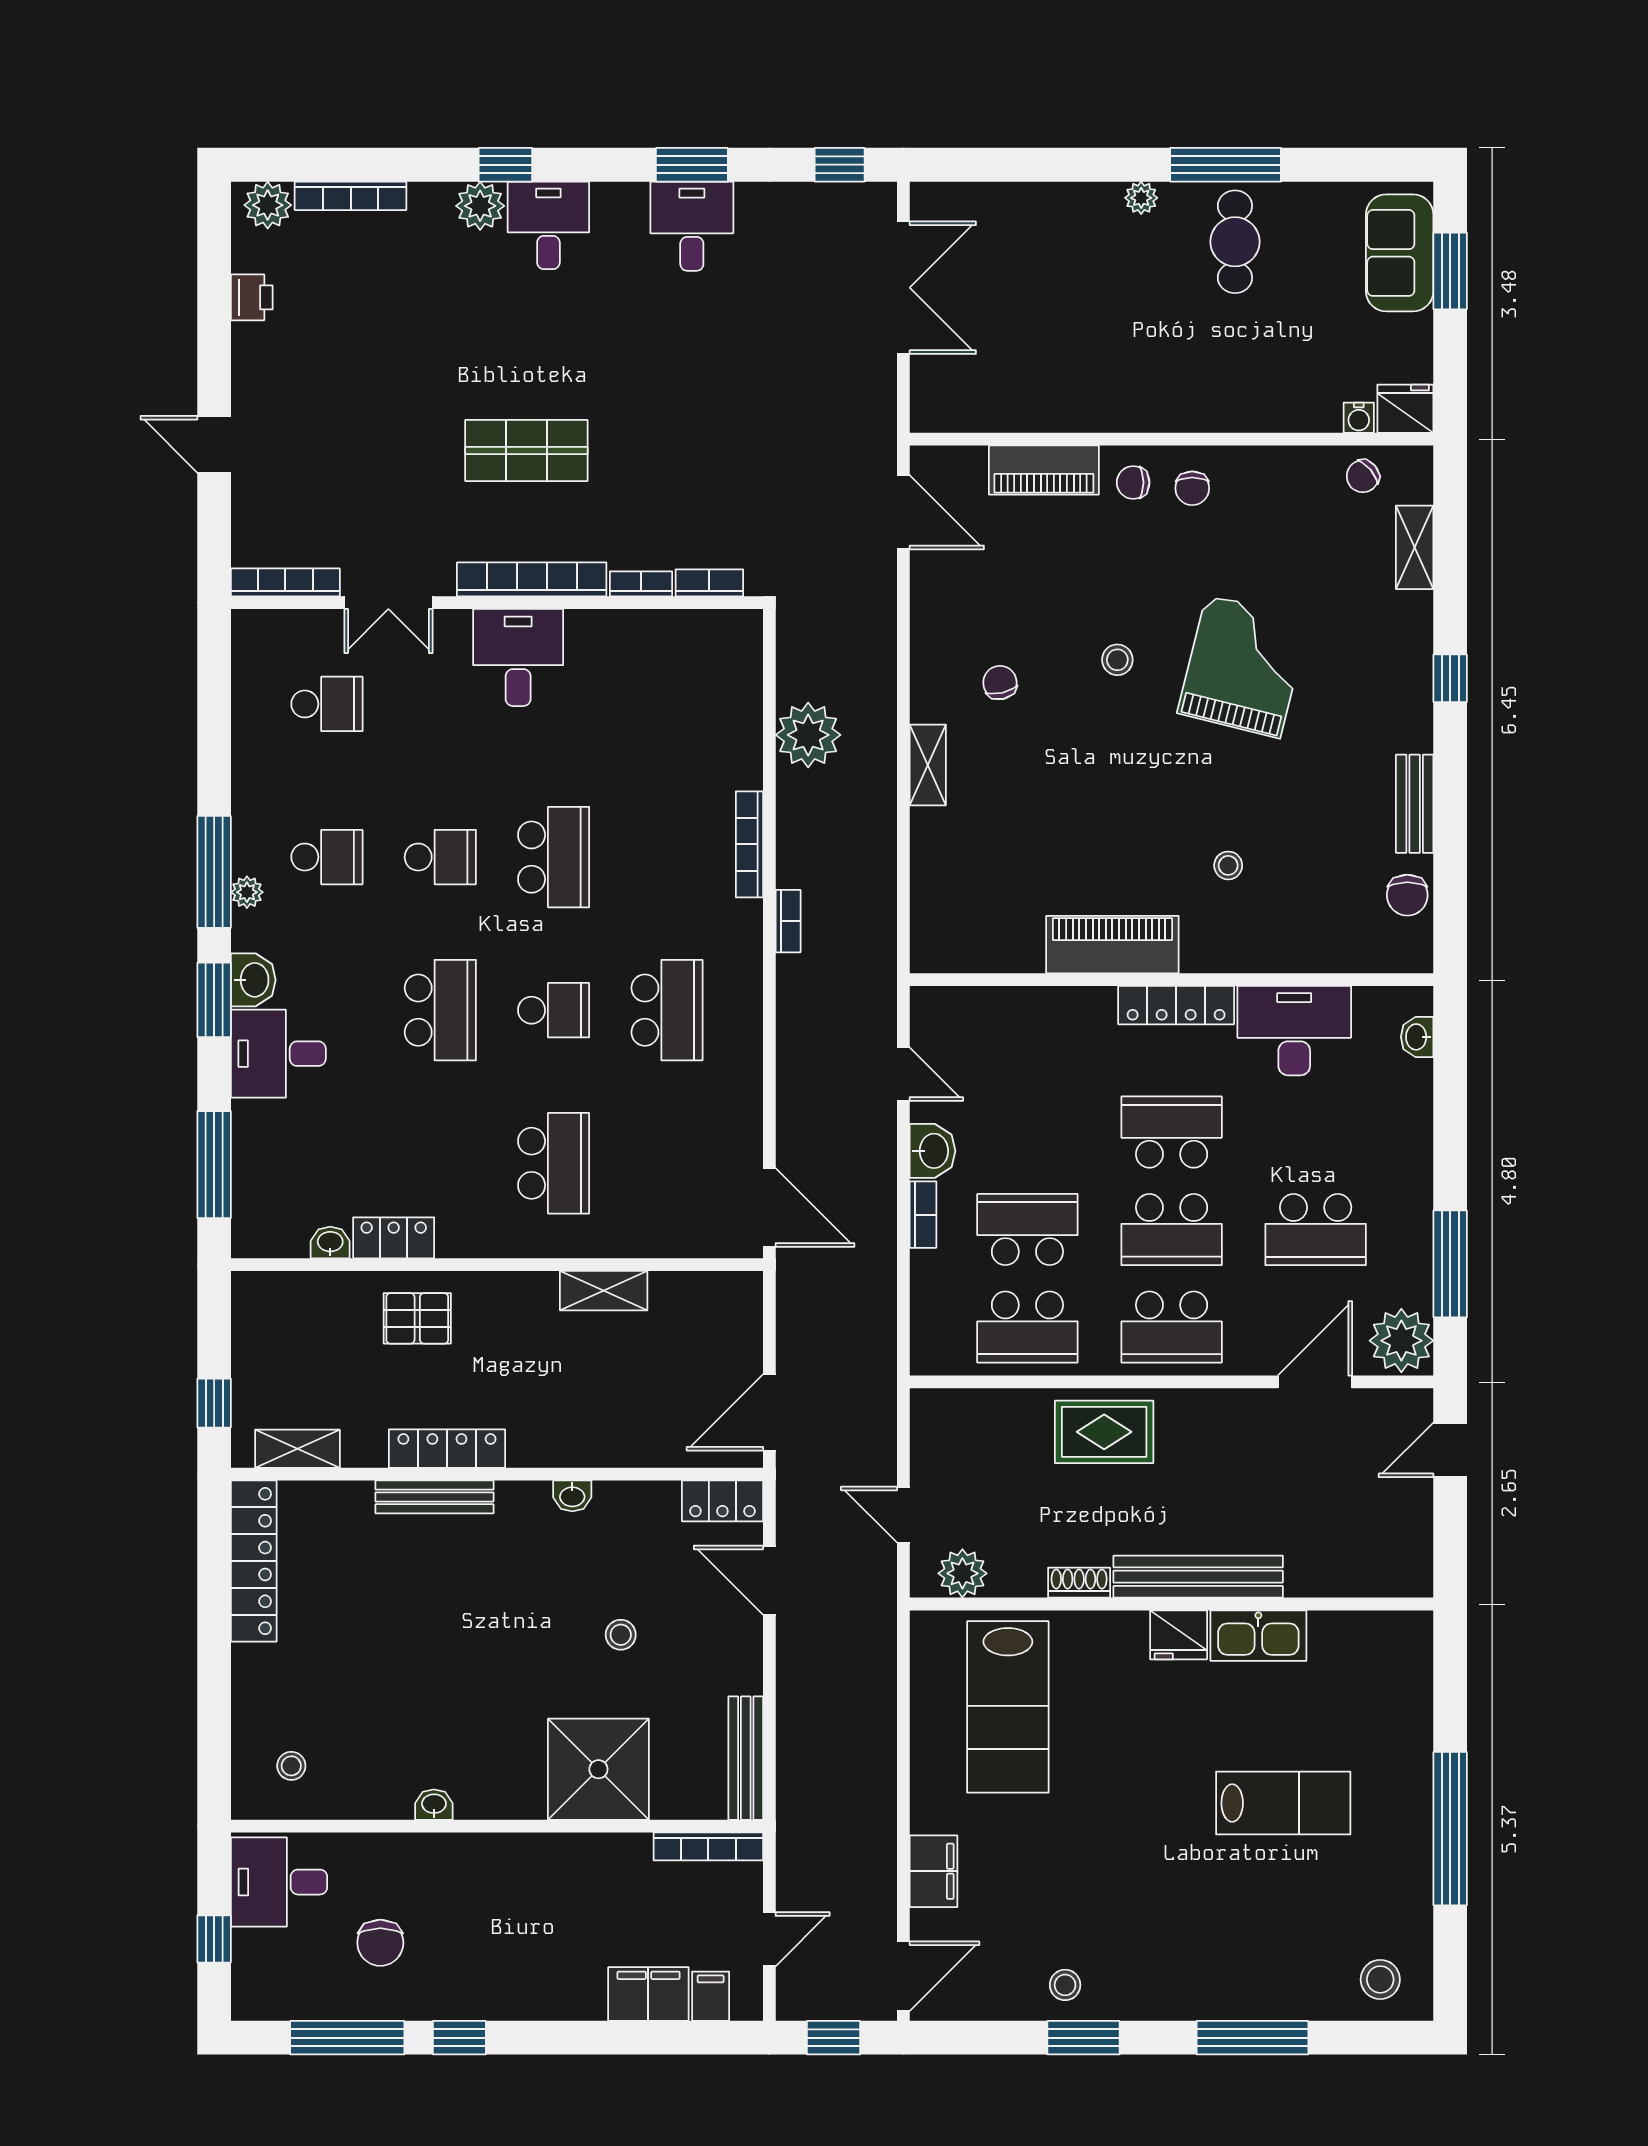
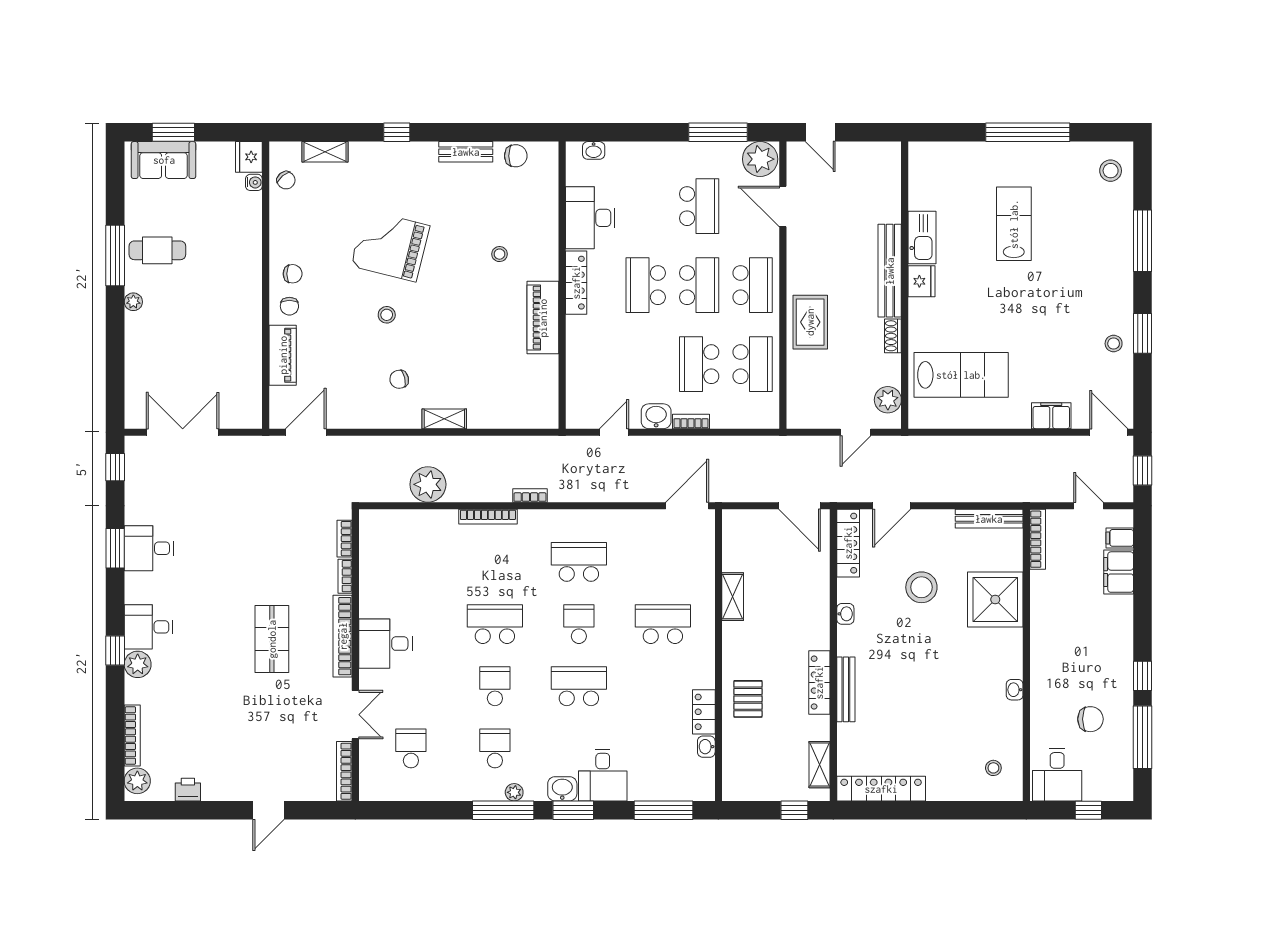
locker: (722, 1501) -> (848, 543), width x1.53
stool: (621, 1635) -> (921, 587), width x1.89, depth x1.89

